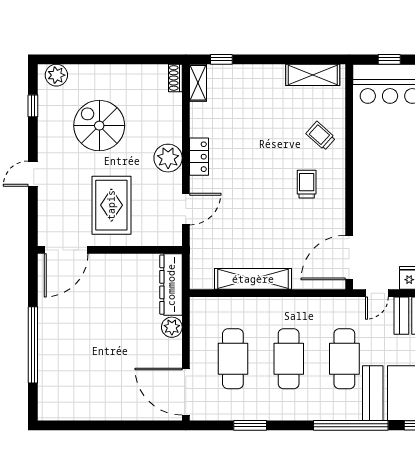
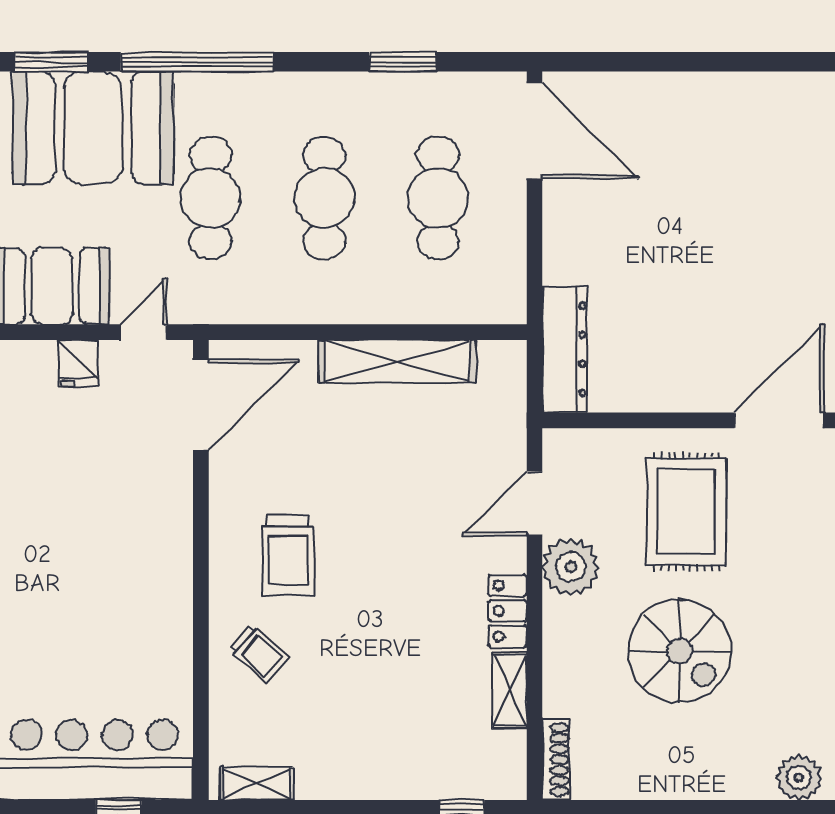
shelving: (313, 75) -> (257, 784), width x0.67, depth x0.75
shoe rack: (175, 78) -> (556, 760), width x1.43
shelving: (198, 83) -> (510, 690), moved
spiral stairs: (99, 126) -> (679, 651), moved
plant: (168, 158) -> (571, 567), moved
trolley: (307, 184) -> (288, 555), width x1.36, depth x1.39
plant: (172, 327) -> (563, 262), removed

